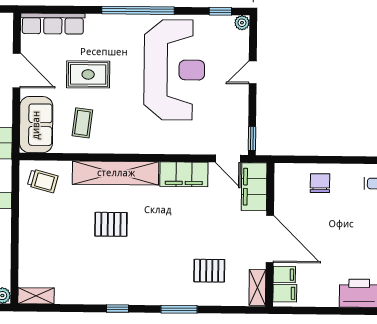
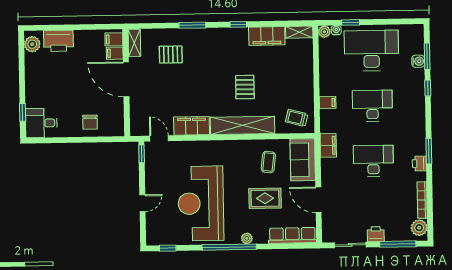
plant: (242, 23) -> (247, 238), moved
filing cabinet: (254, 187) -> (267, 36), moved, turned 90
pallet: (111, 224) -> (245, 87), turned 90

